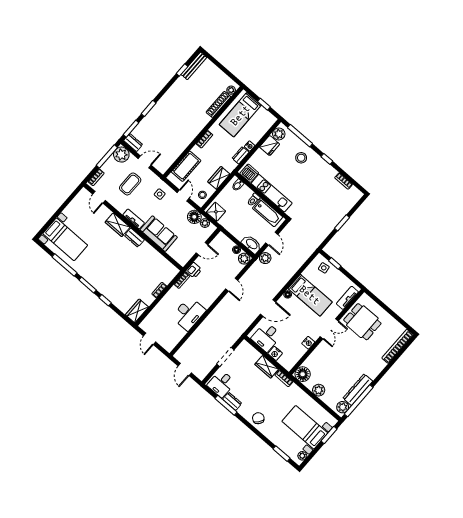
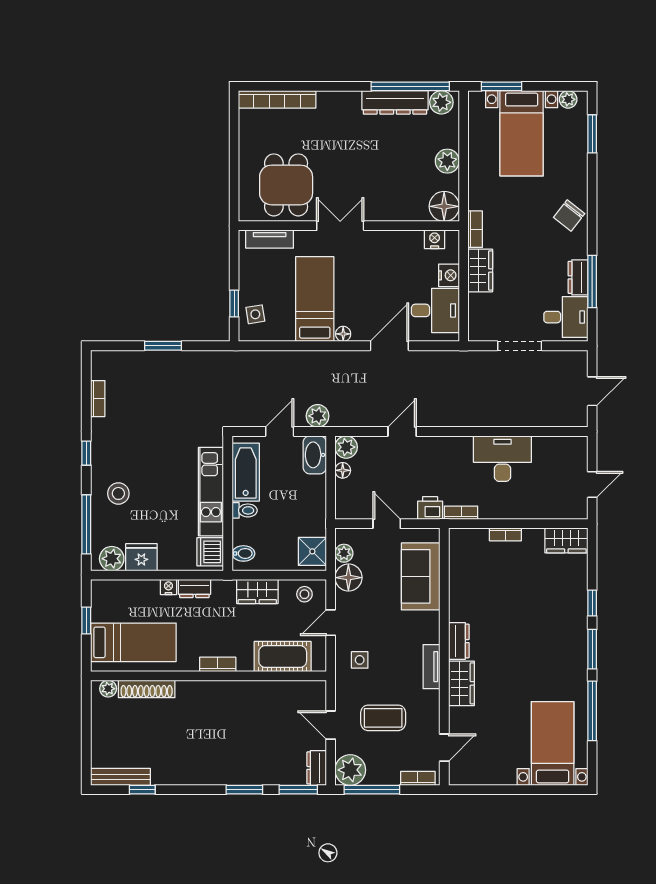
sofa: (159, 234) -> (421, 576), moved
door: (268, 308) -> (389, 346), hinge flipped
nightstand: (308, 343) -> (435, 239), moved

